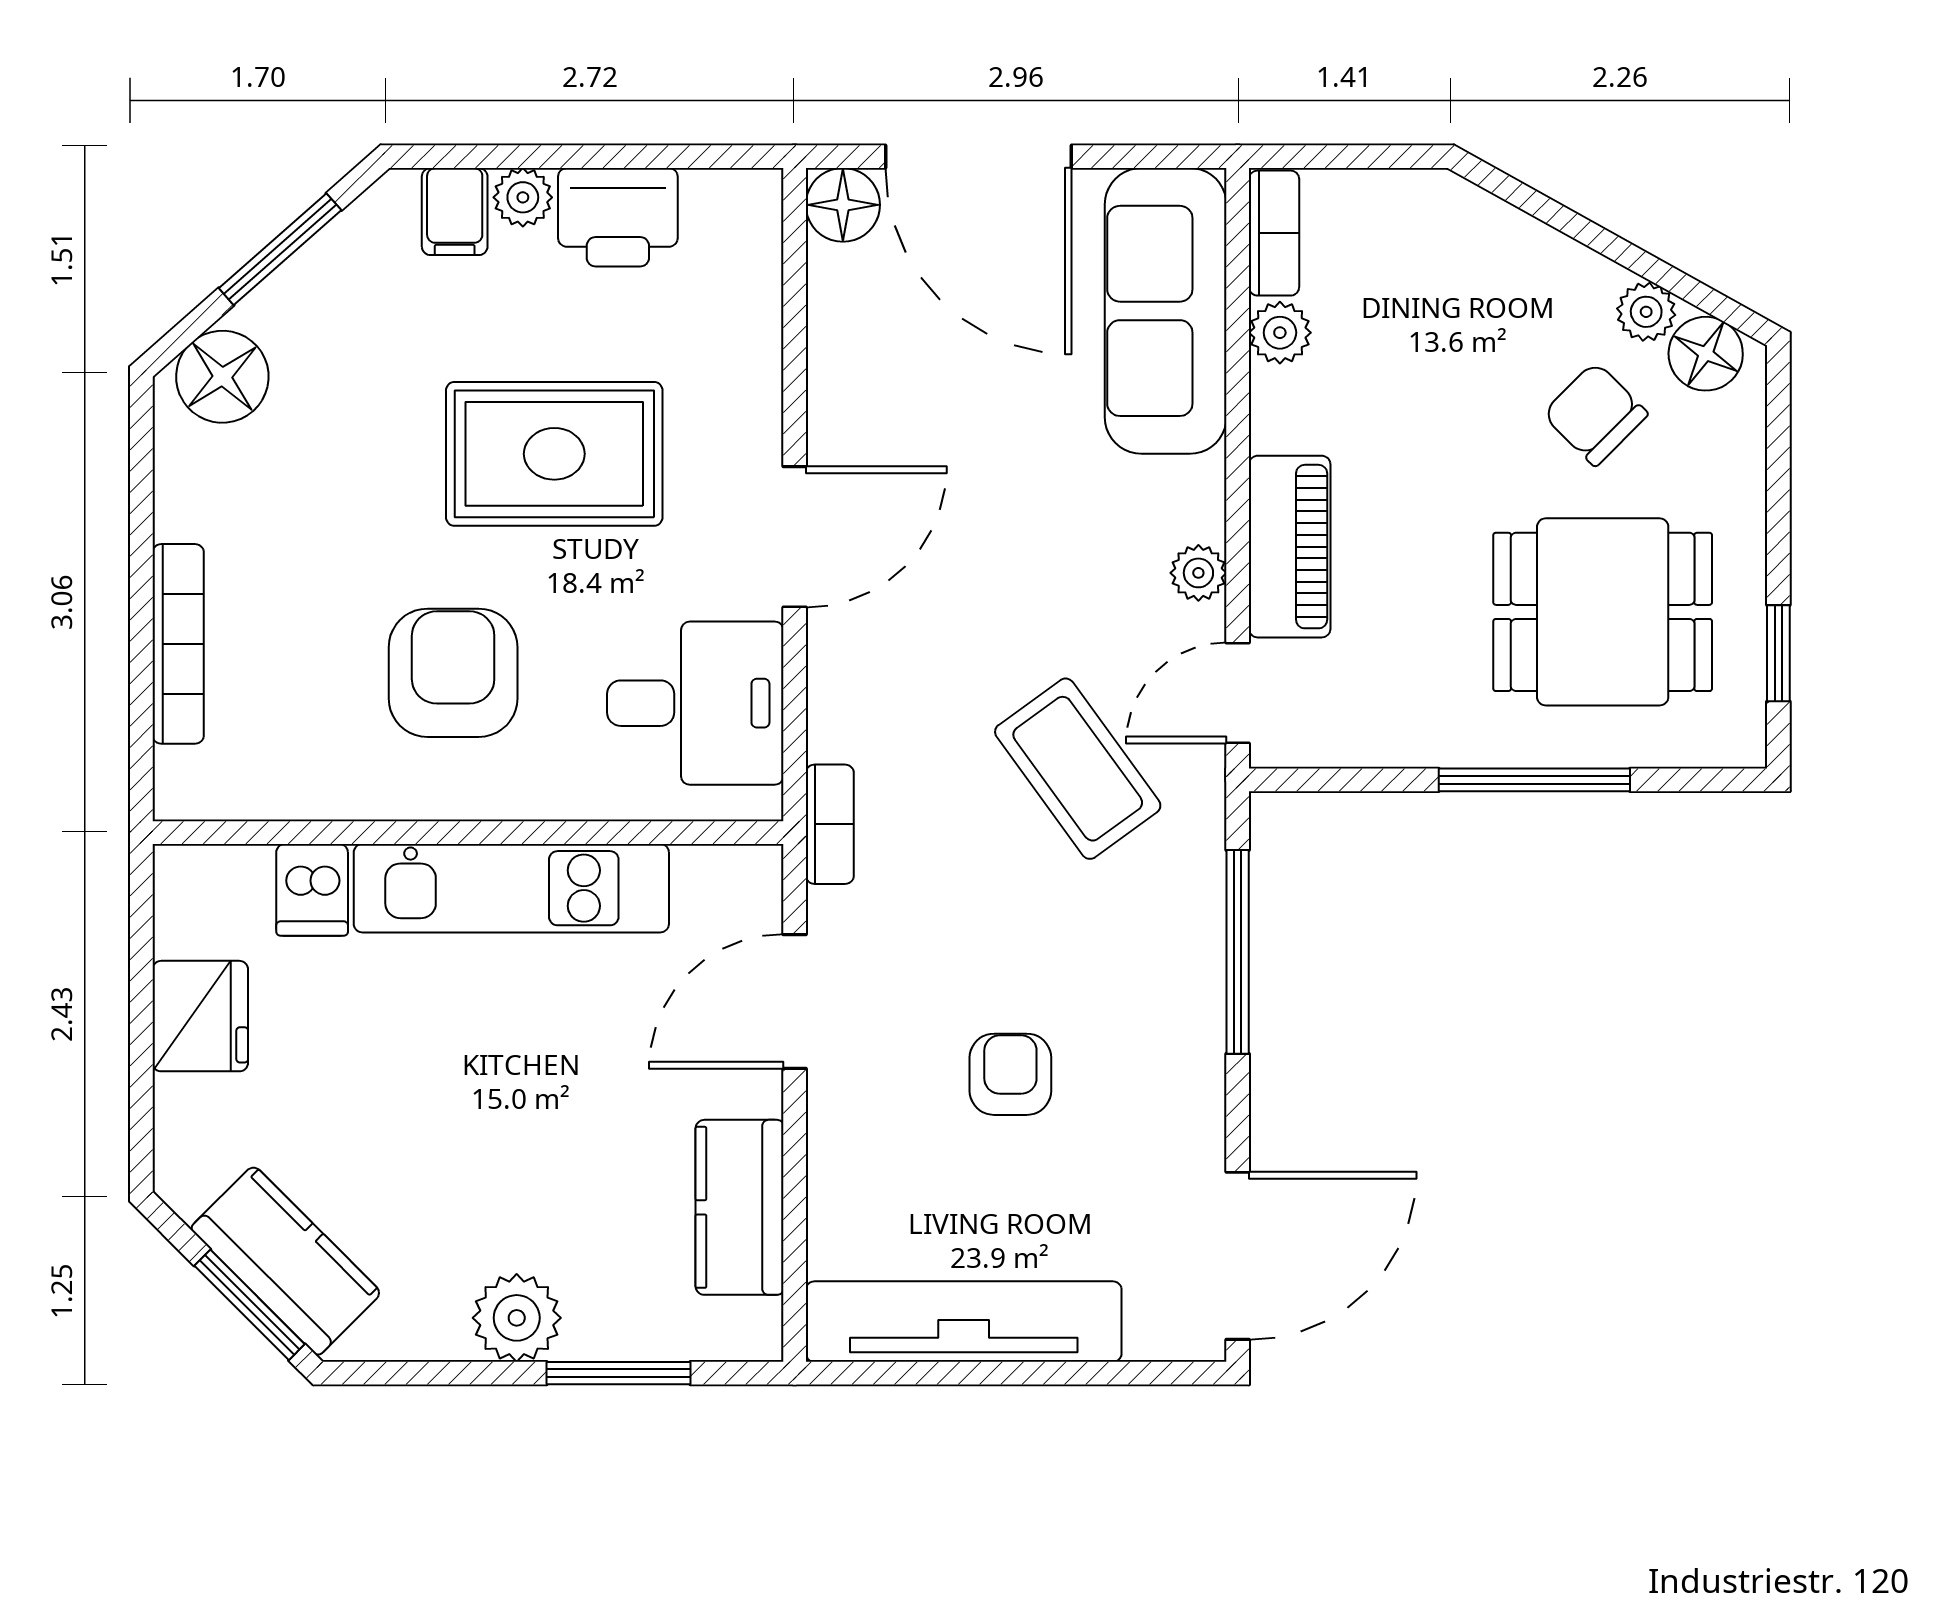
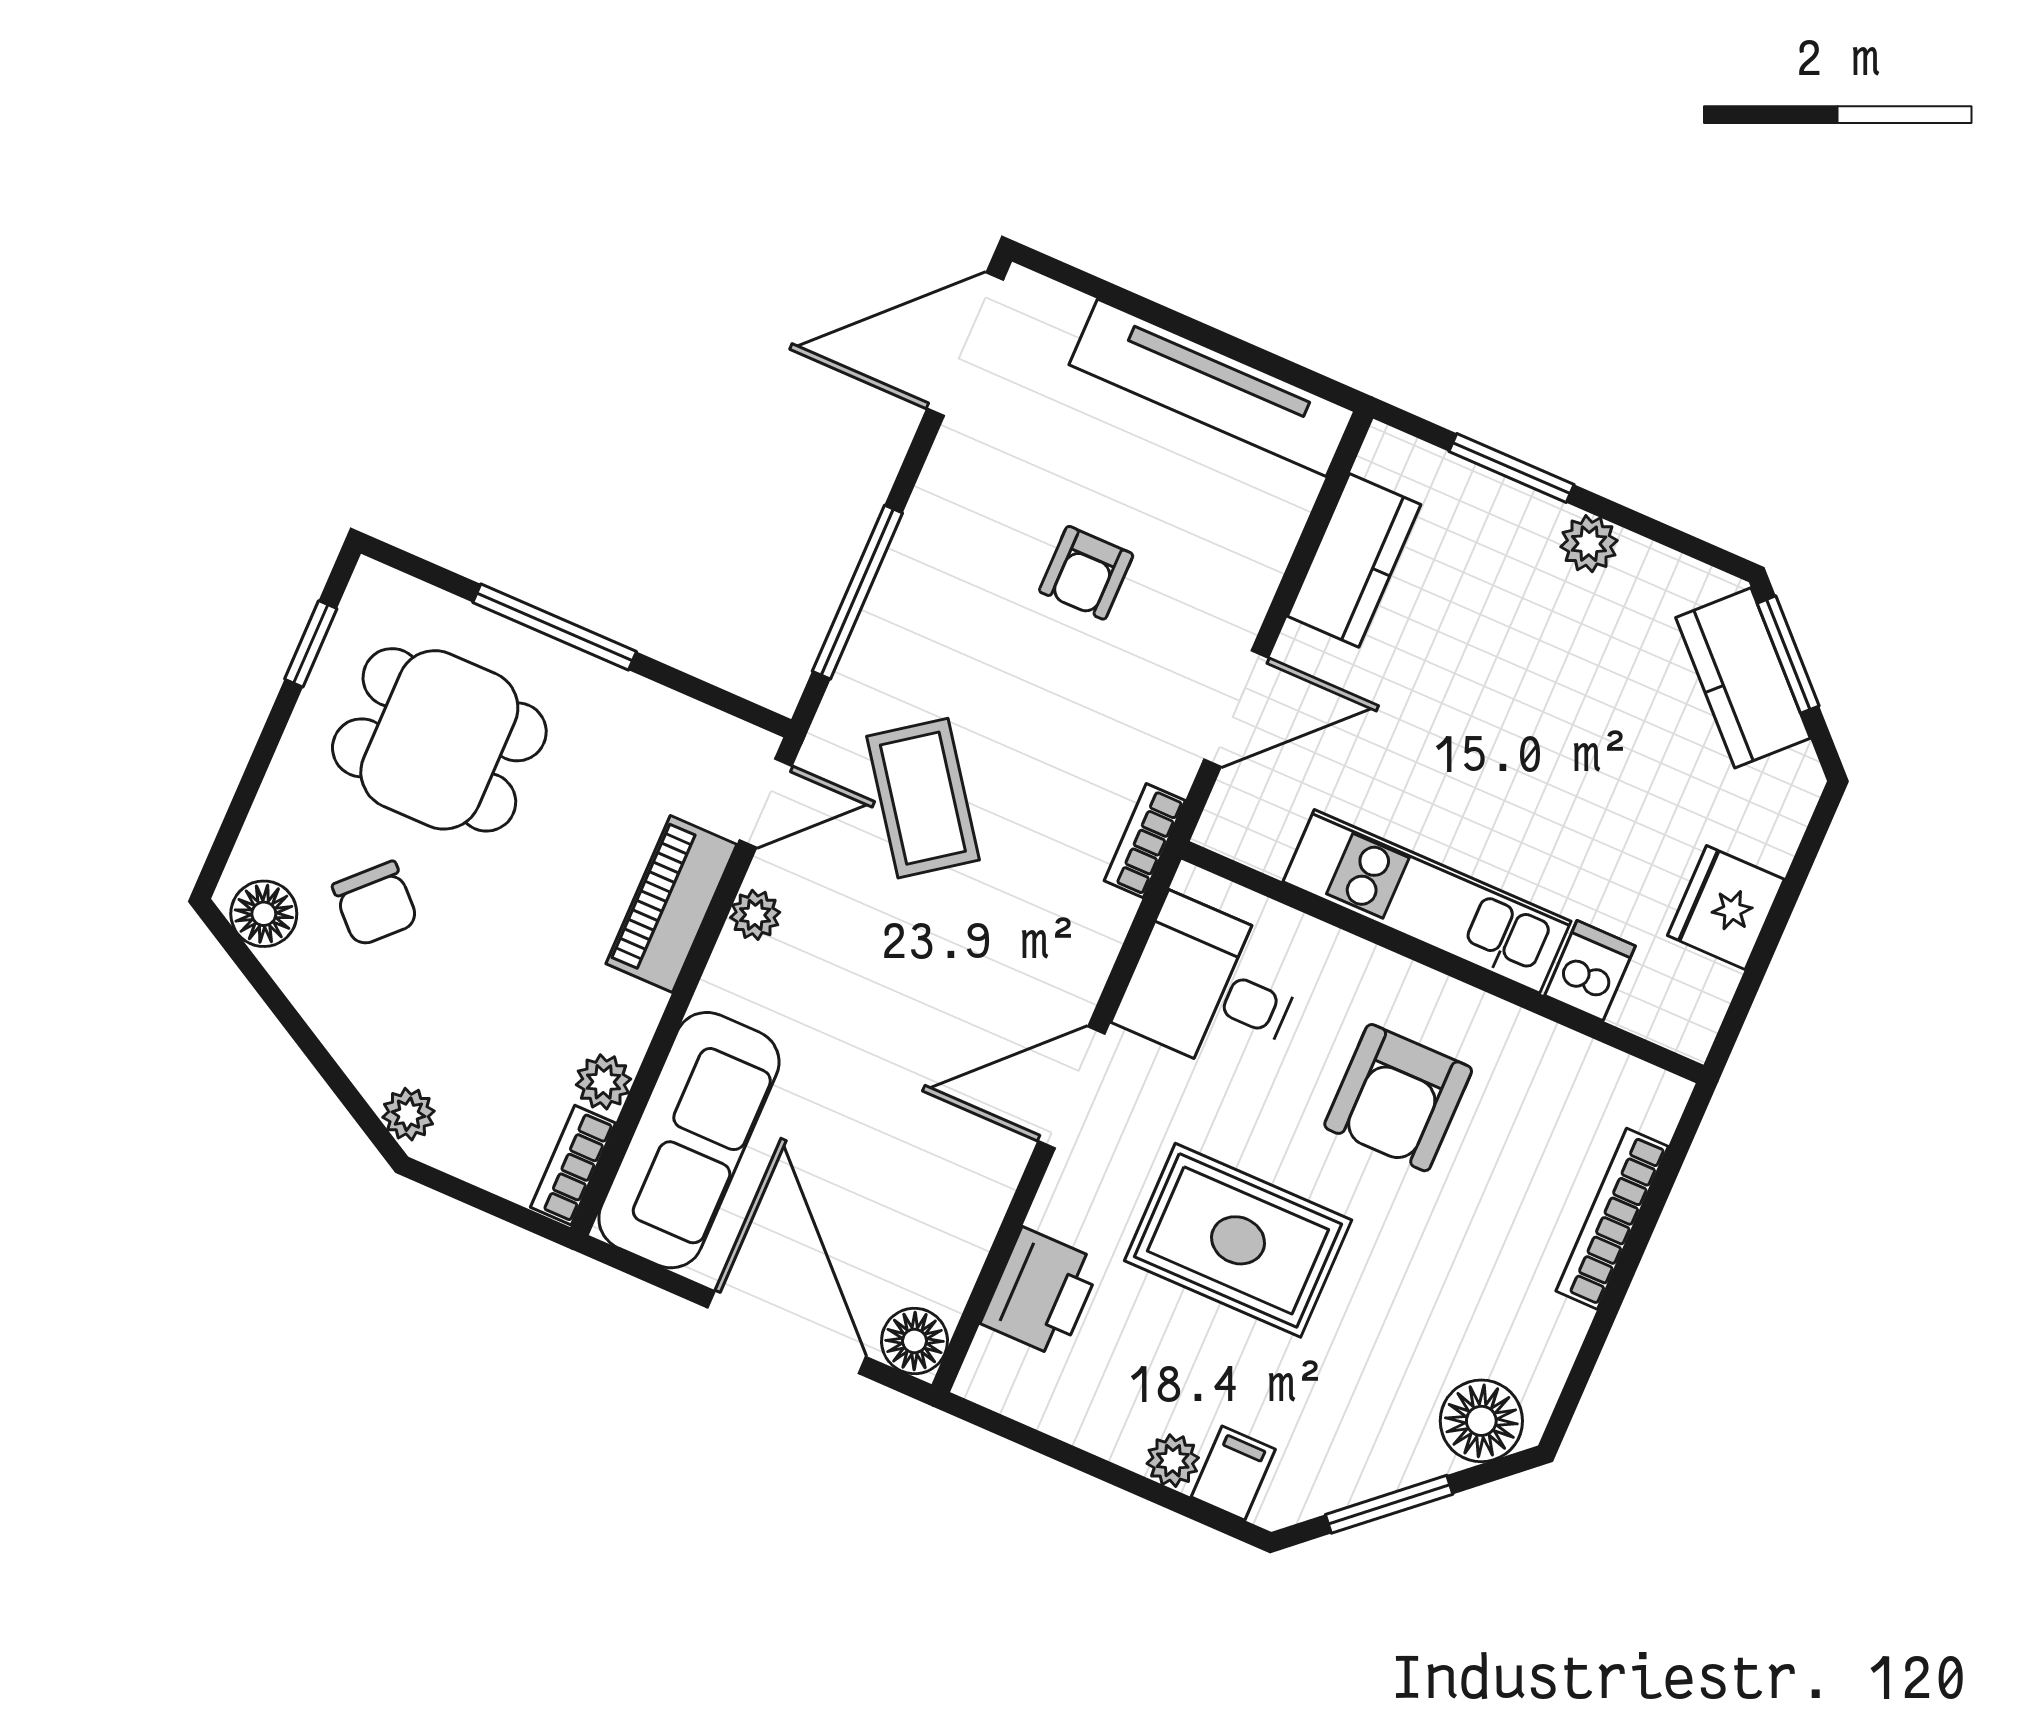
printer: (618, 217) -> (1041, 1292), moved, turned 90
plant: (1646, 312) -> (408, 1114), moved
plant: (517, 1318) -> (1589, 544), width x0.73, depth x0.73

